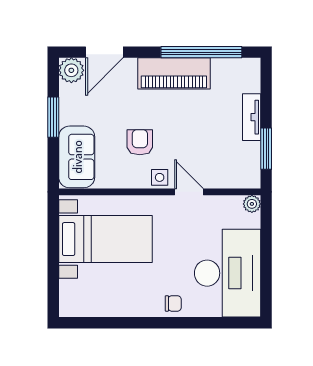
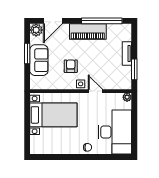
sofa: (77, 157) -> (39, 60), moved

